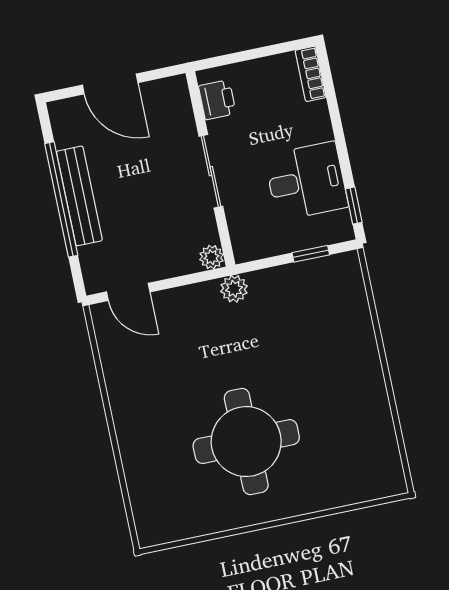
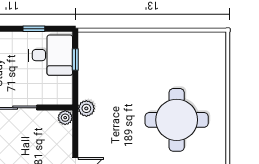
desk: (306, 181) -> (51, 55), moved, turned 90
window: (354, 206) -> (34, 29), moved

